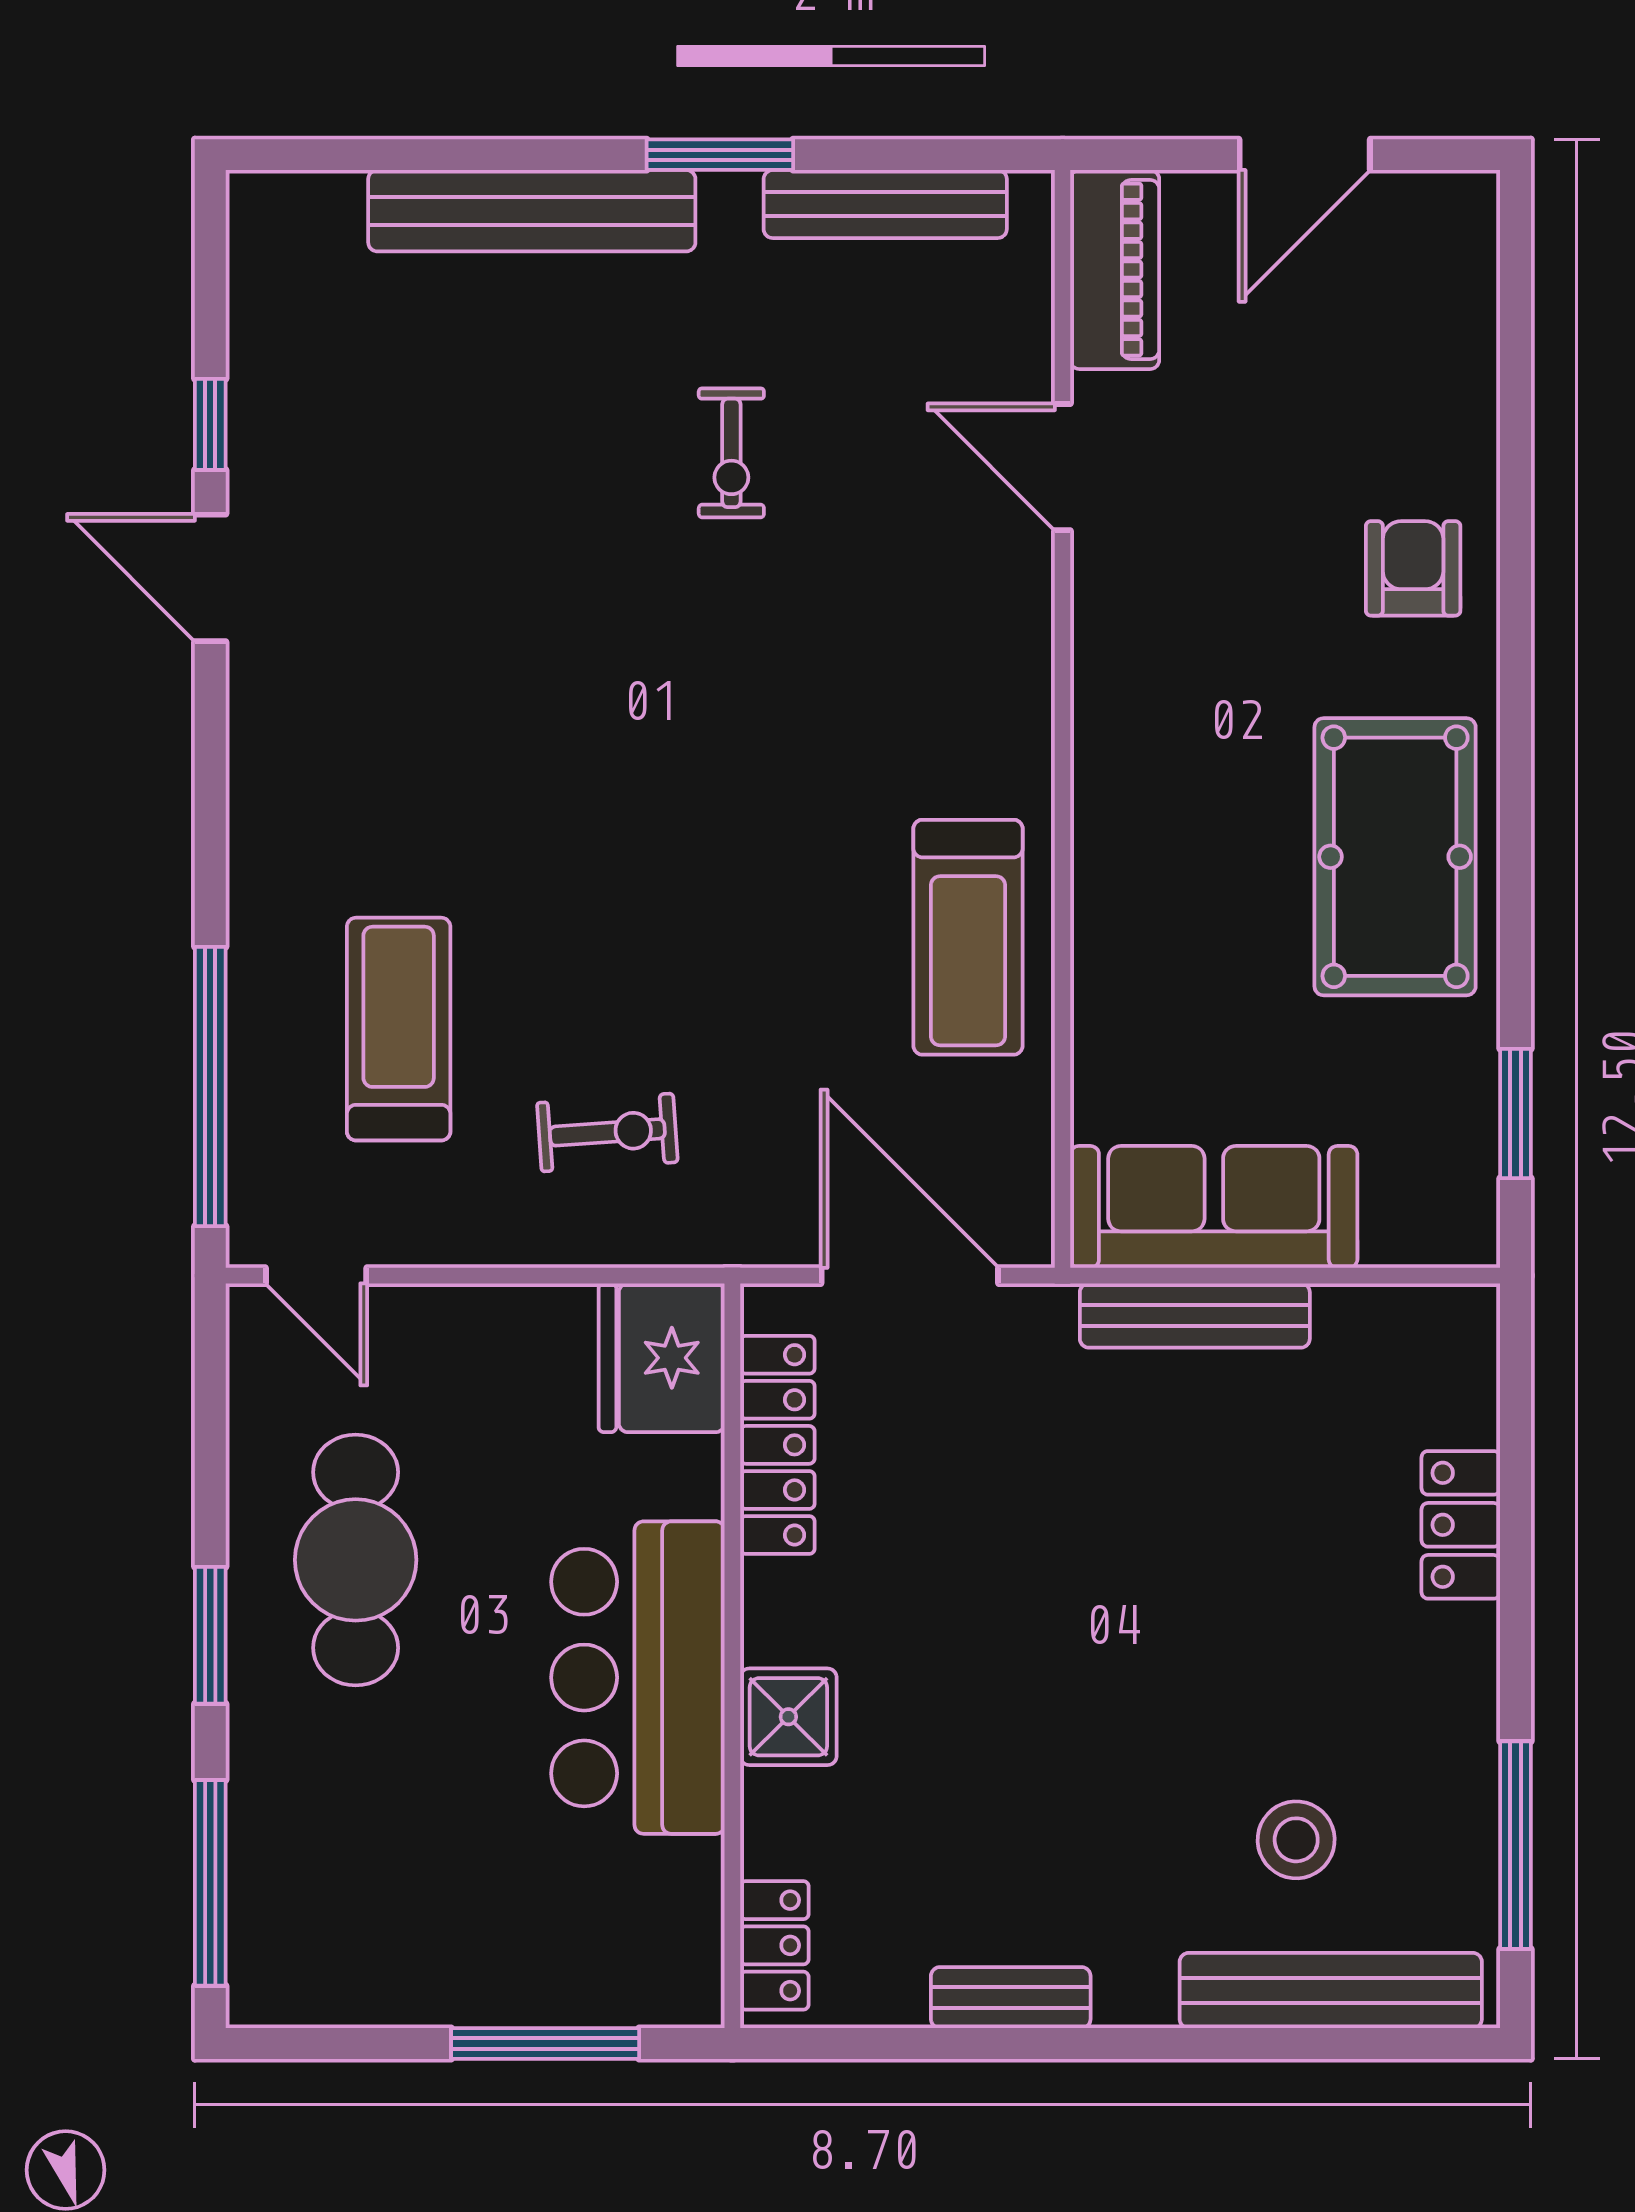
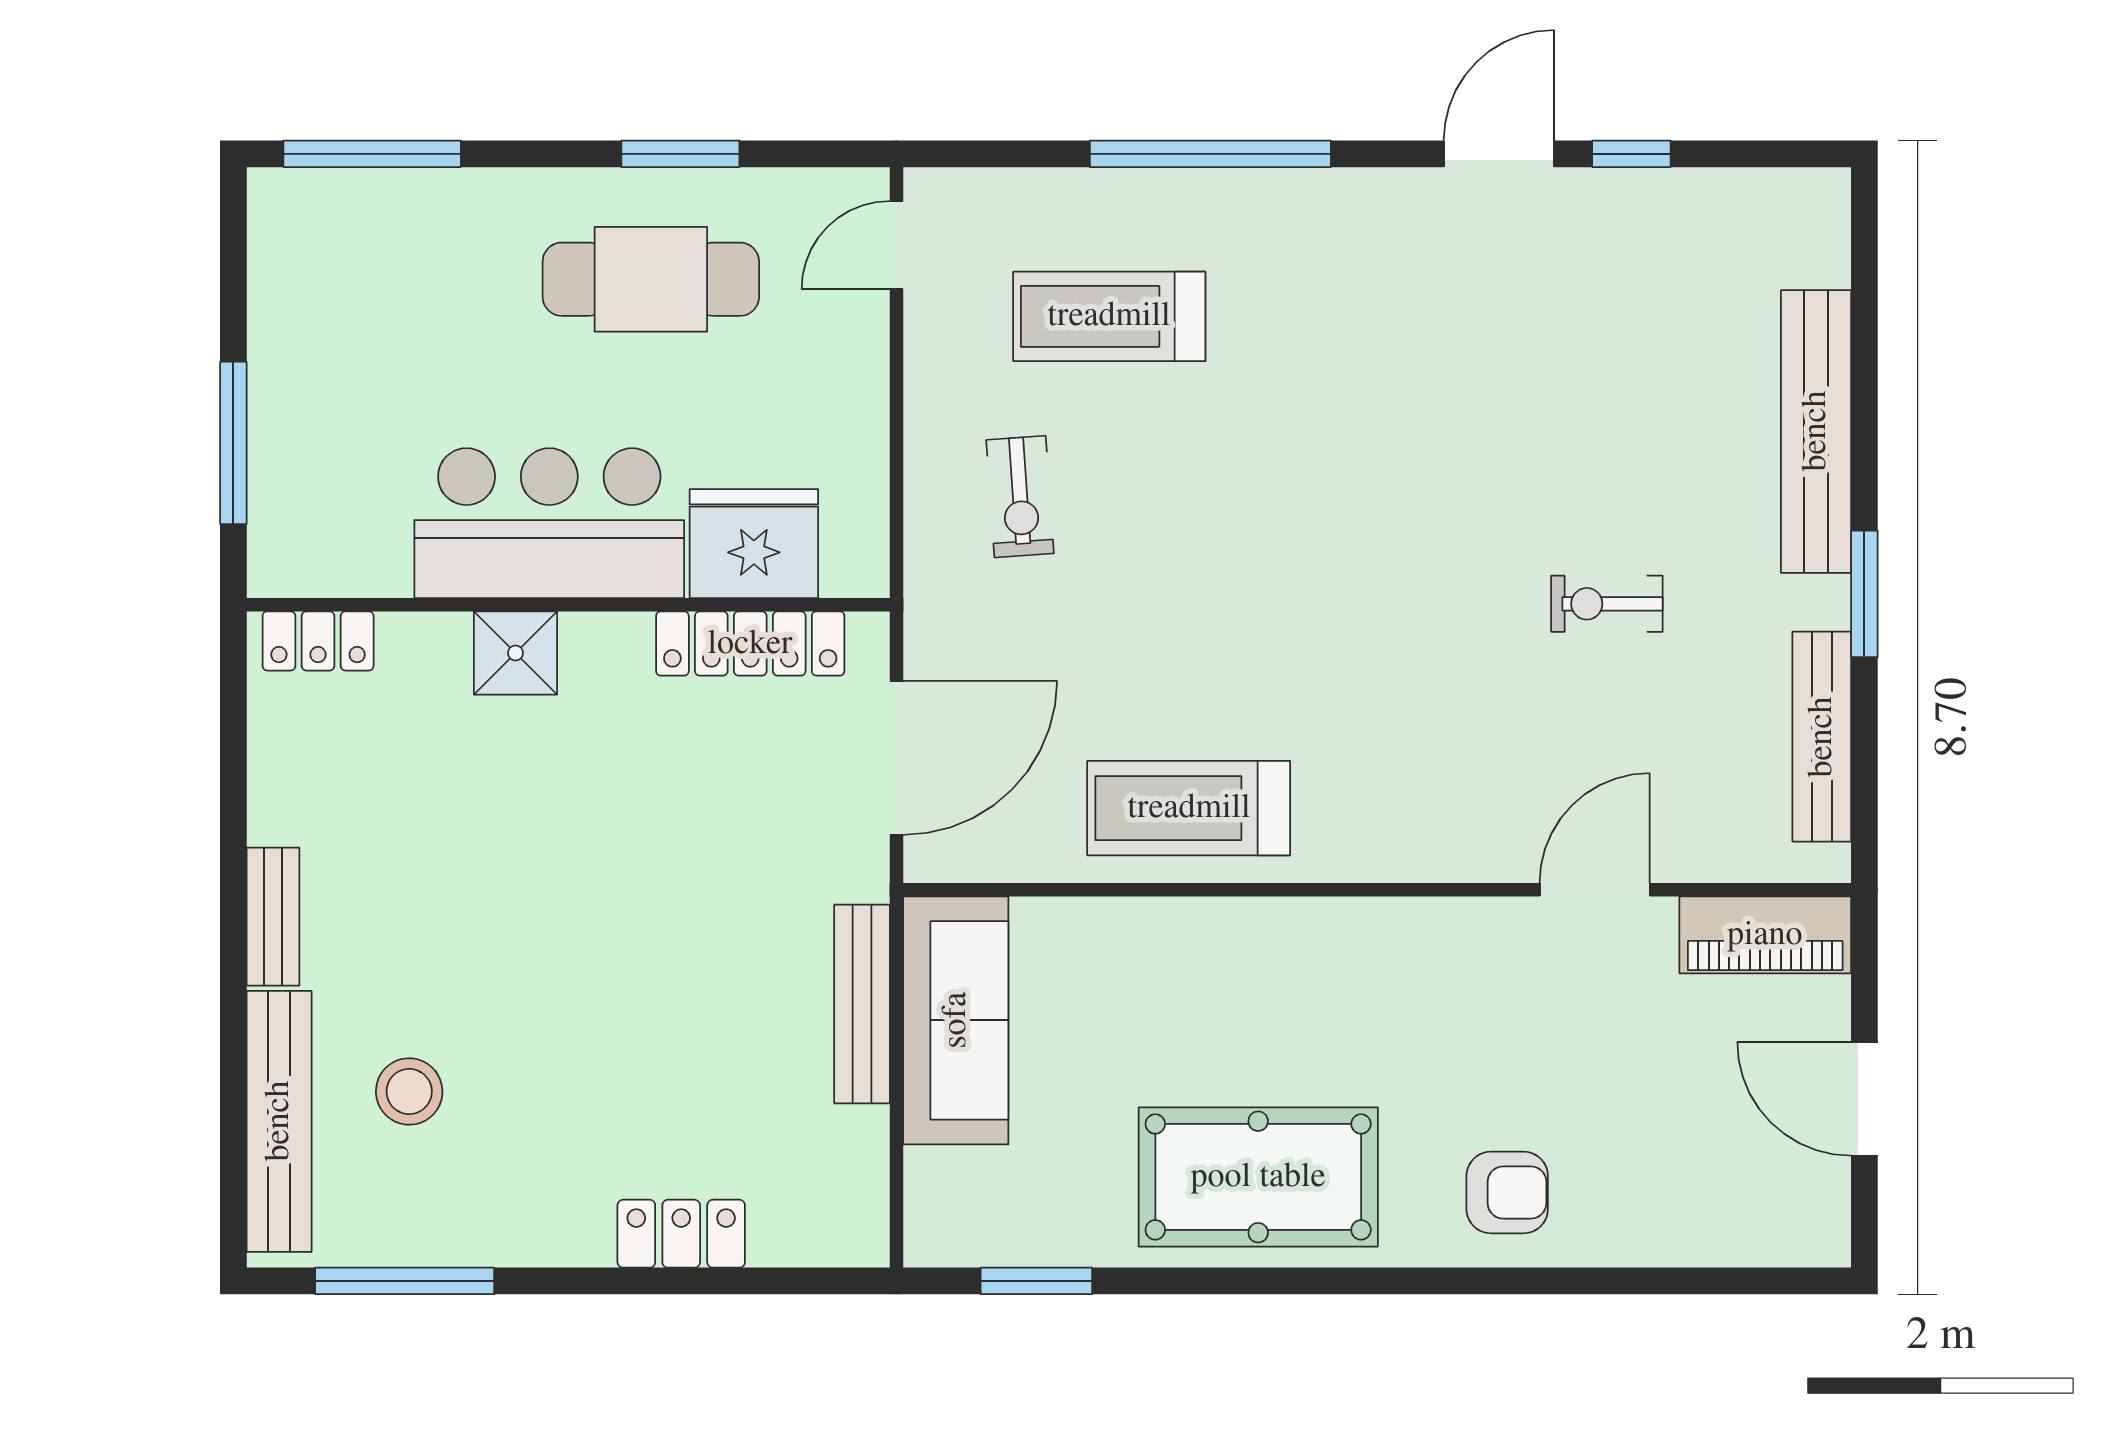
treadmill: (399, 1029) -> (1109, 316), turned 180
window: (210, 1087) -> (1210, 154), moved
fridge: (662, 1358) -> (754, 544), moved
window: (210, 1635) -> (680, 154), moved
bench: (1011, 1998) -> (273, 917), moved

